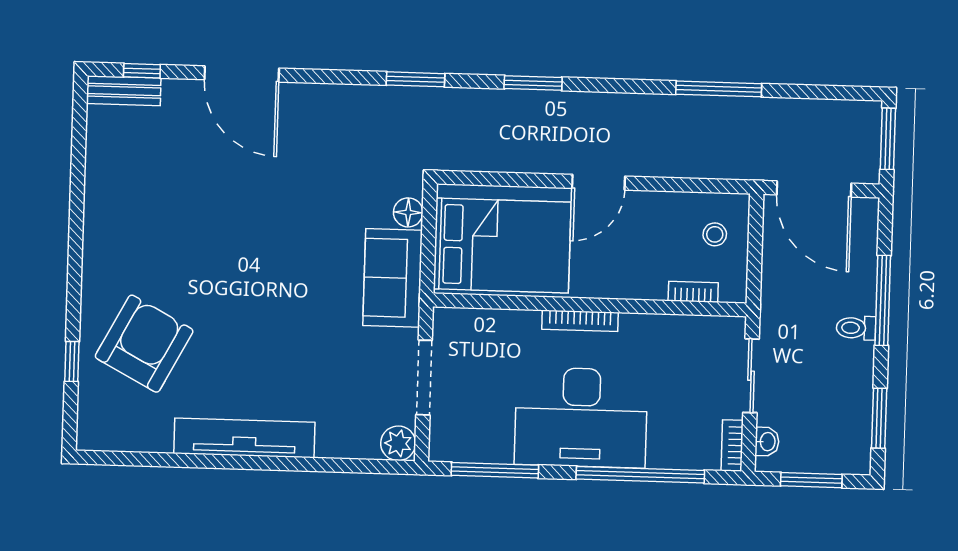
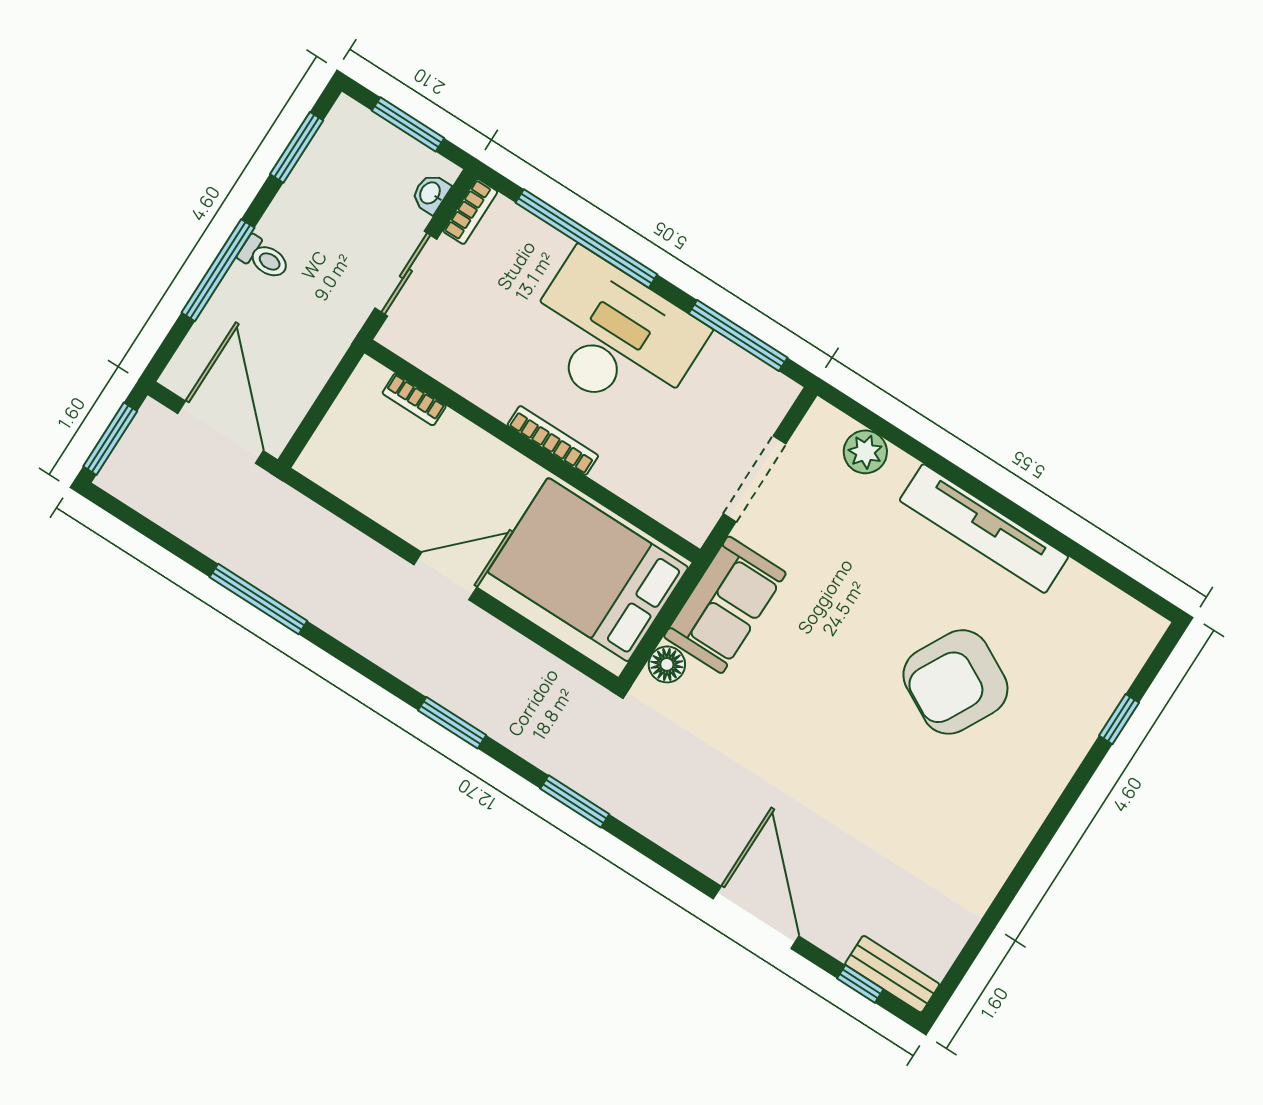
stool: (715, 234) -> (355, 447), removed
armchair: (144, 344) -> (955, 682), moved
plant: (398, 443) -> (865, 452), moved

